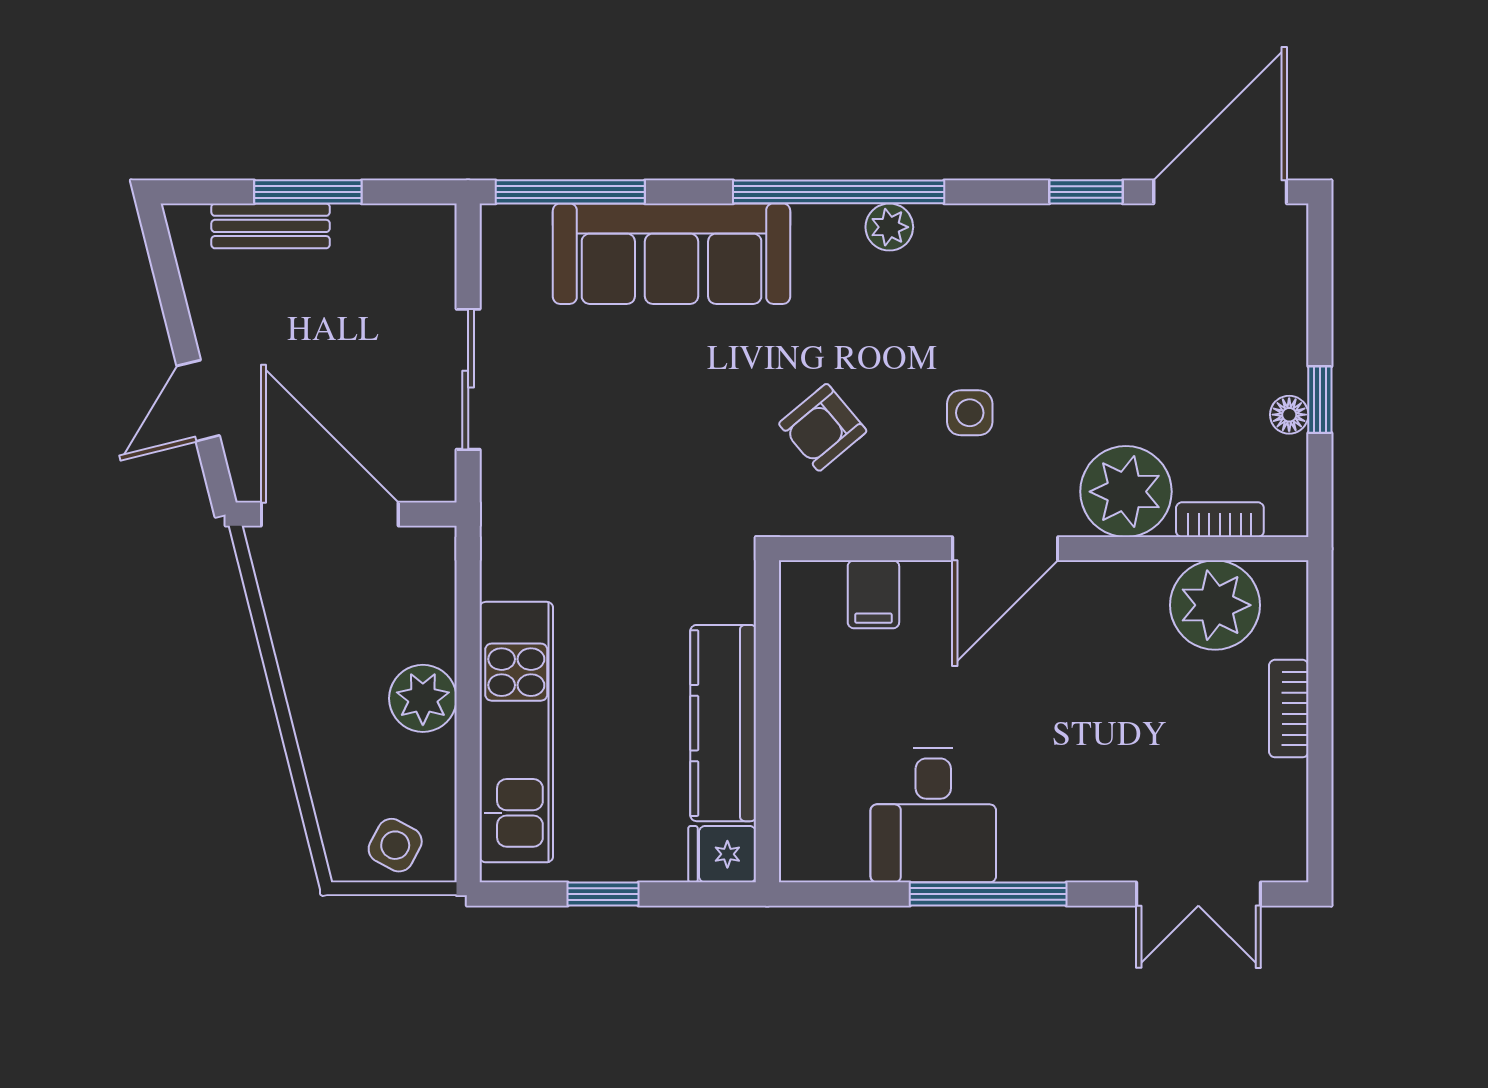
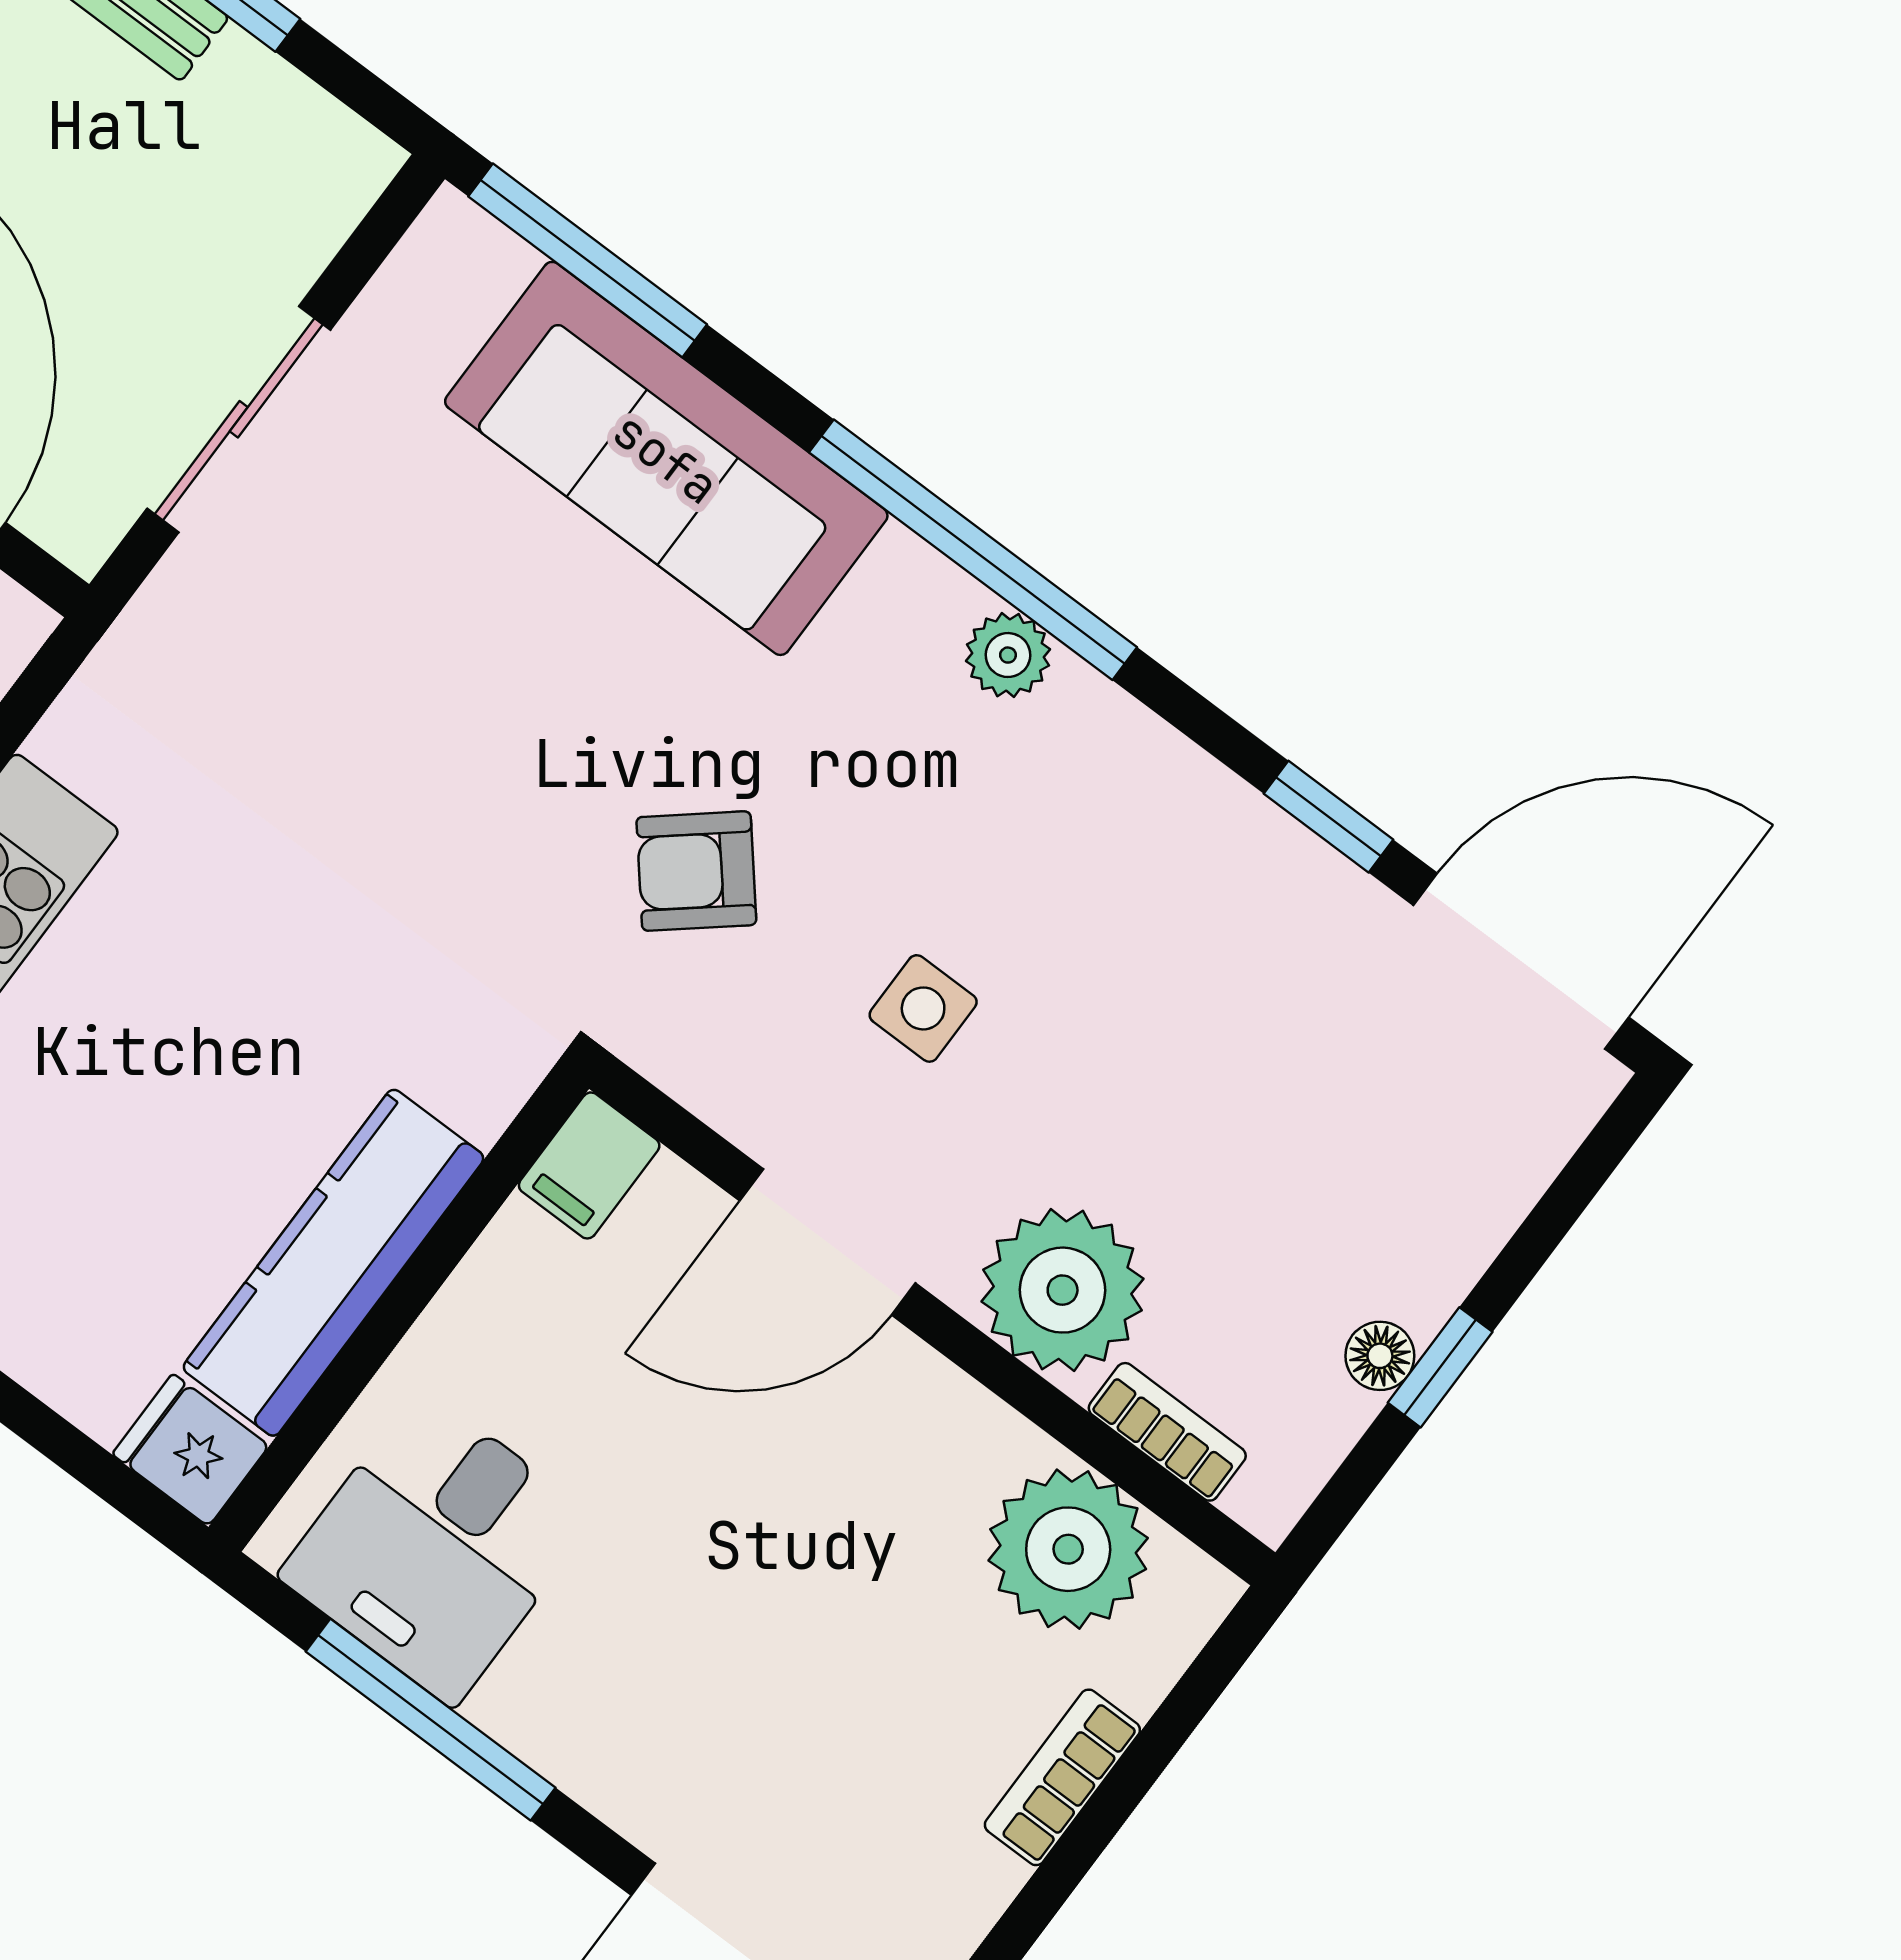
wall: (767, 721) -> (399, 1308), moved
kitchen counter: (723, 723) -> (333, 1263), moved
fridge: (722, 854) -> (191, 1450), moved

